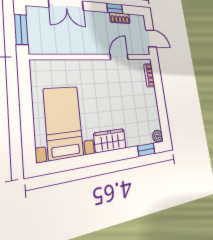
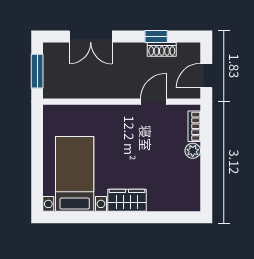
door: (151, 38) -> (206, 75), swing flipped
plant: (157, 136) -> (193, 151), moved
window: (146, 150) -> (174, 217), removed

